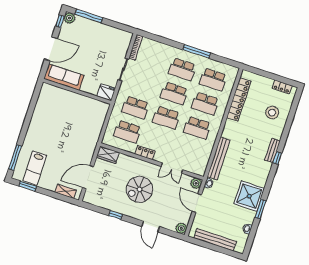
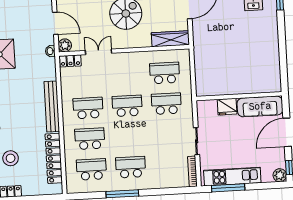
window: (89, 16) -> (228, 188), moved
kitchen unit: (106, 31) -> (232, 177), added
fridge: (106, 92) -> (227, 107), moved
school desk: (174, 94) -> (129, 137), removed
locker: (145, 153) -> (70, 61), moved
wardrobe: (108, 155) -> (170, 39), width x1.50
bench: (219, 158) -> (52, 107), moved

